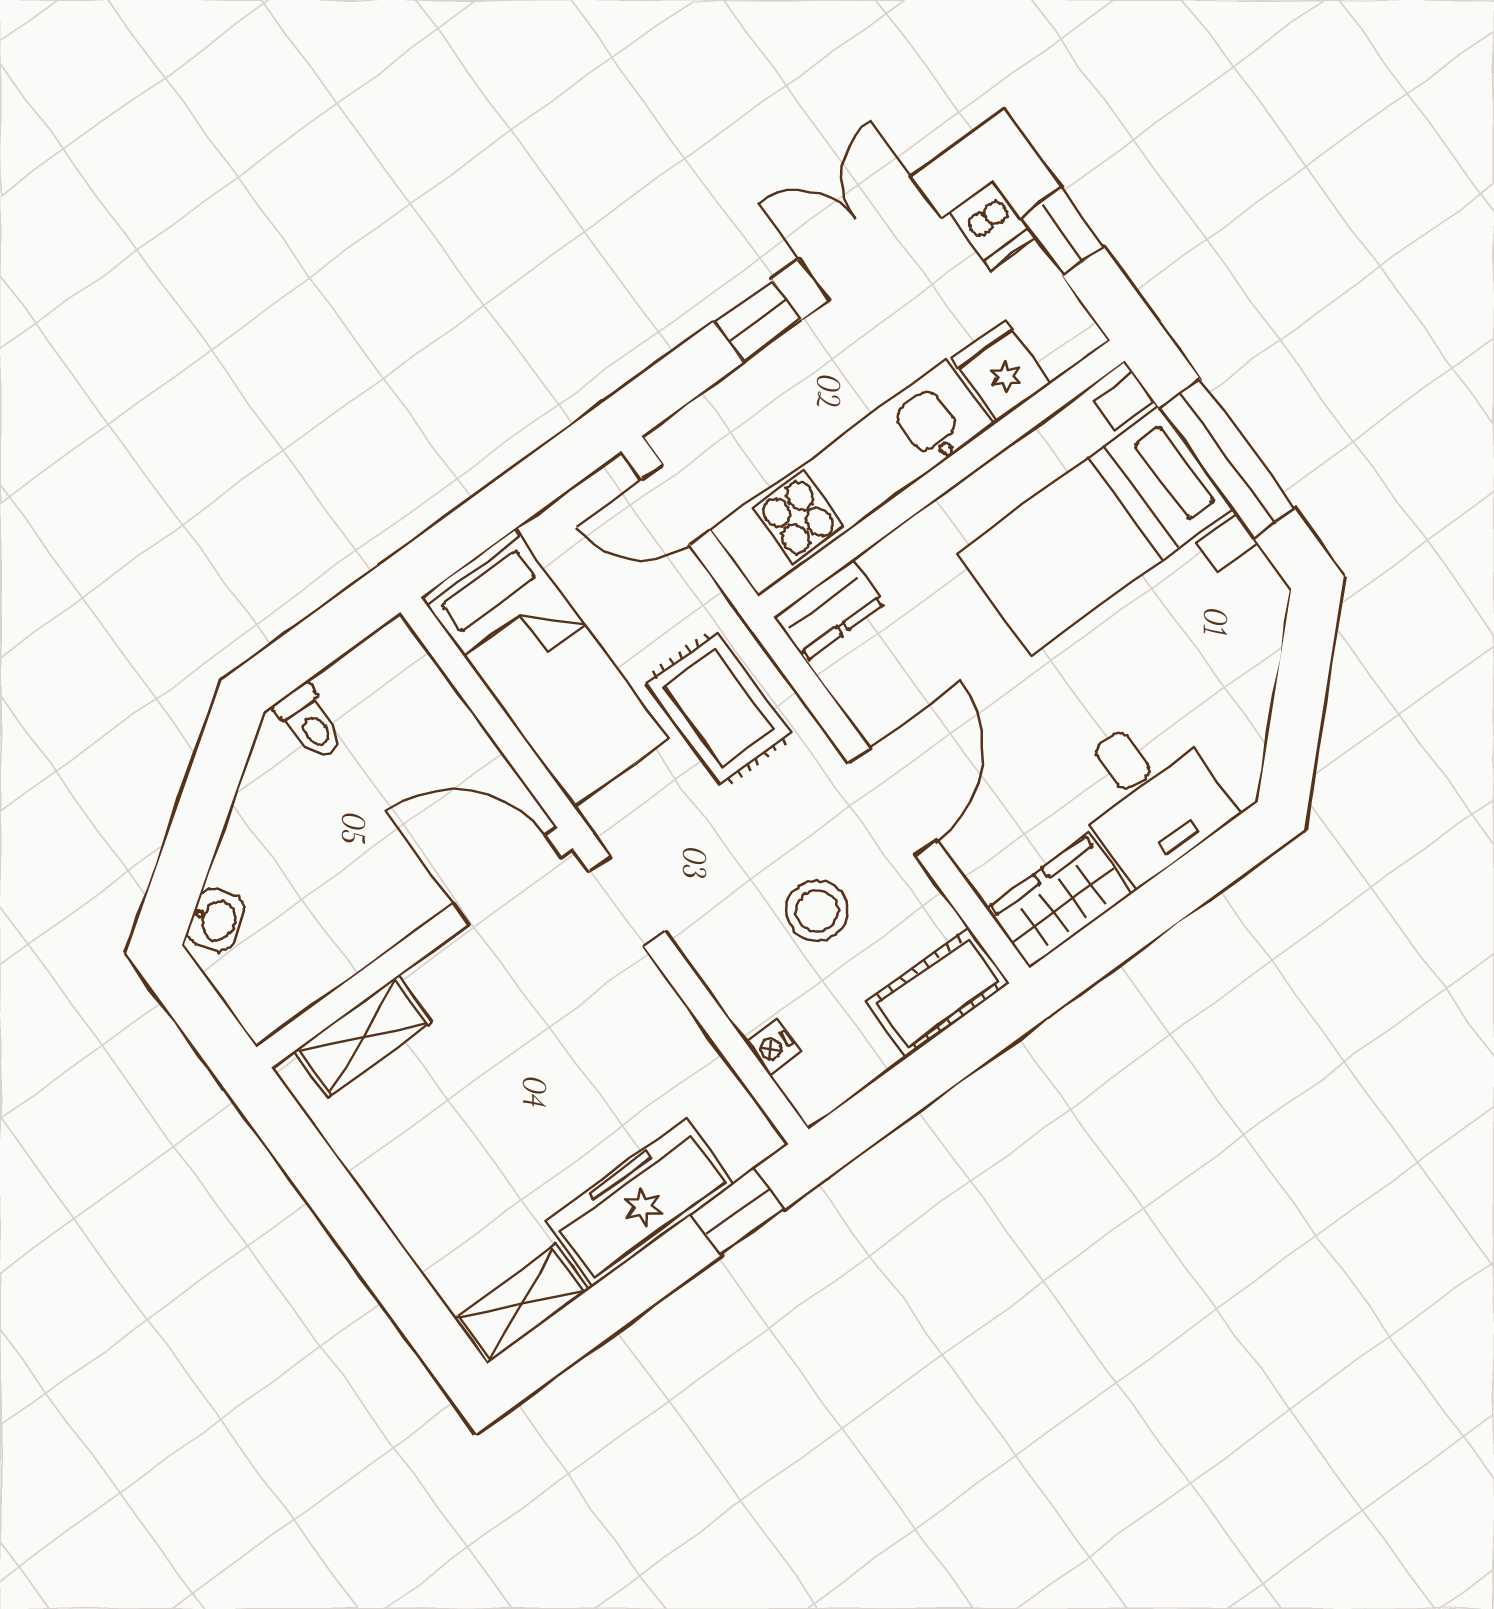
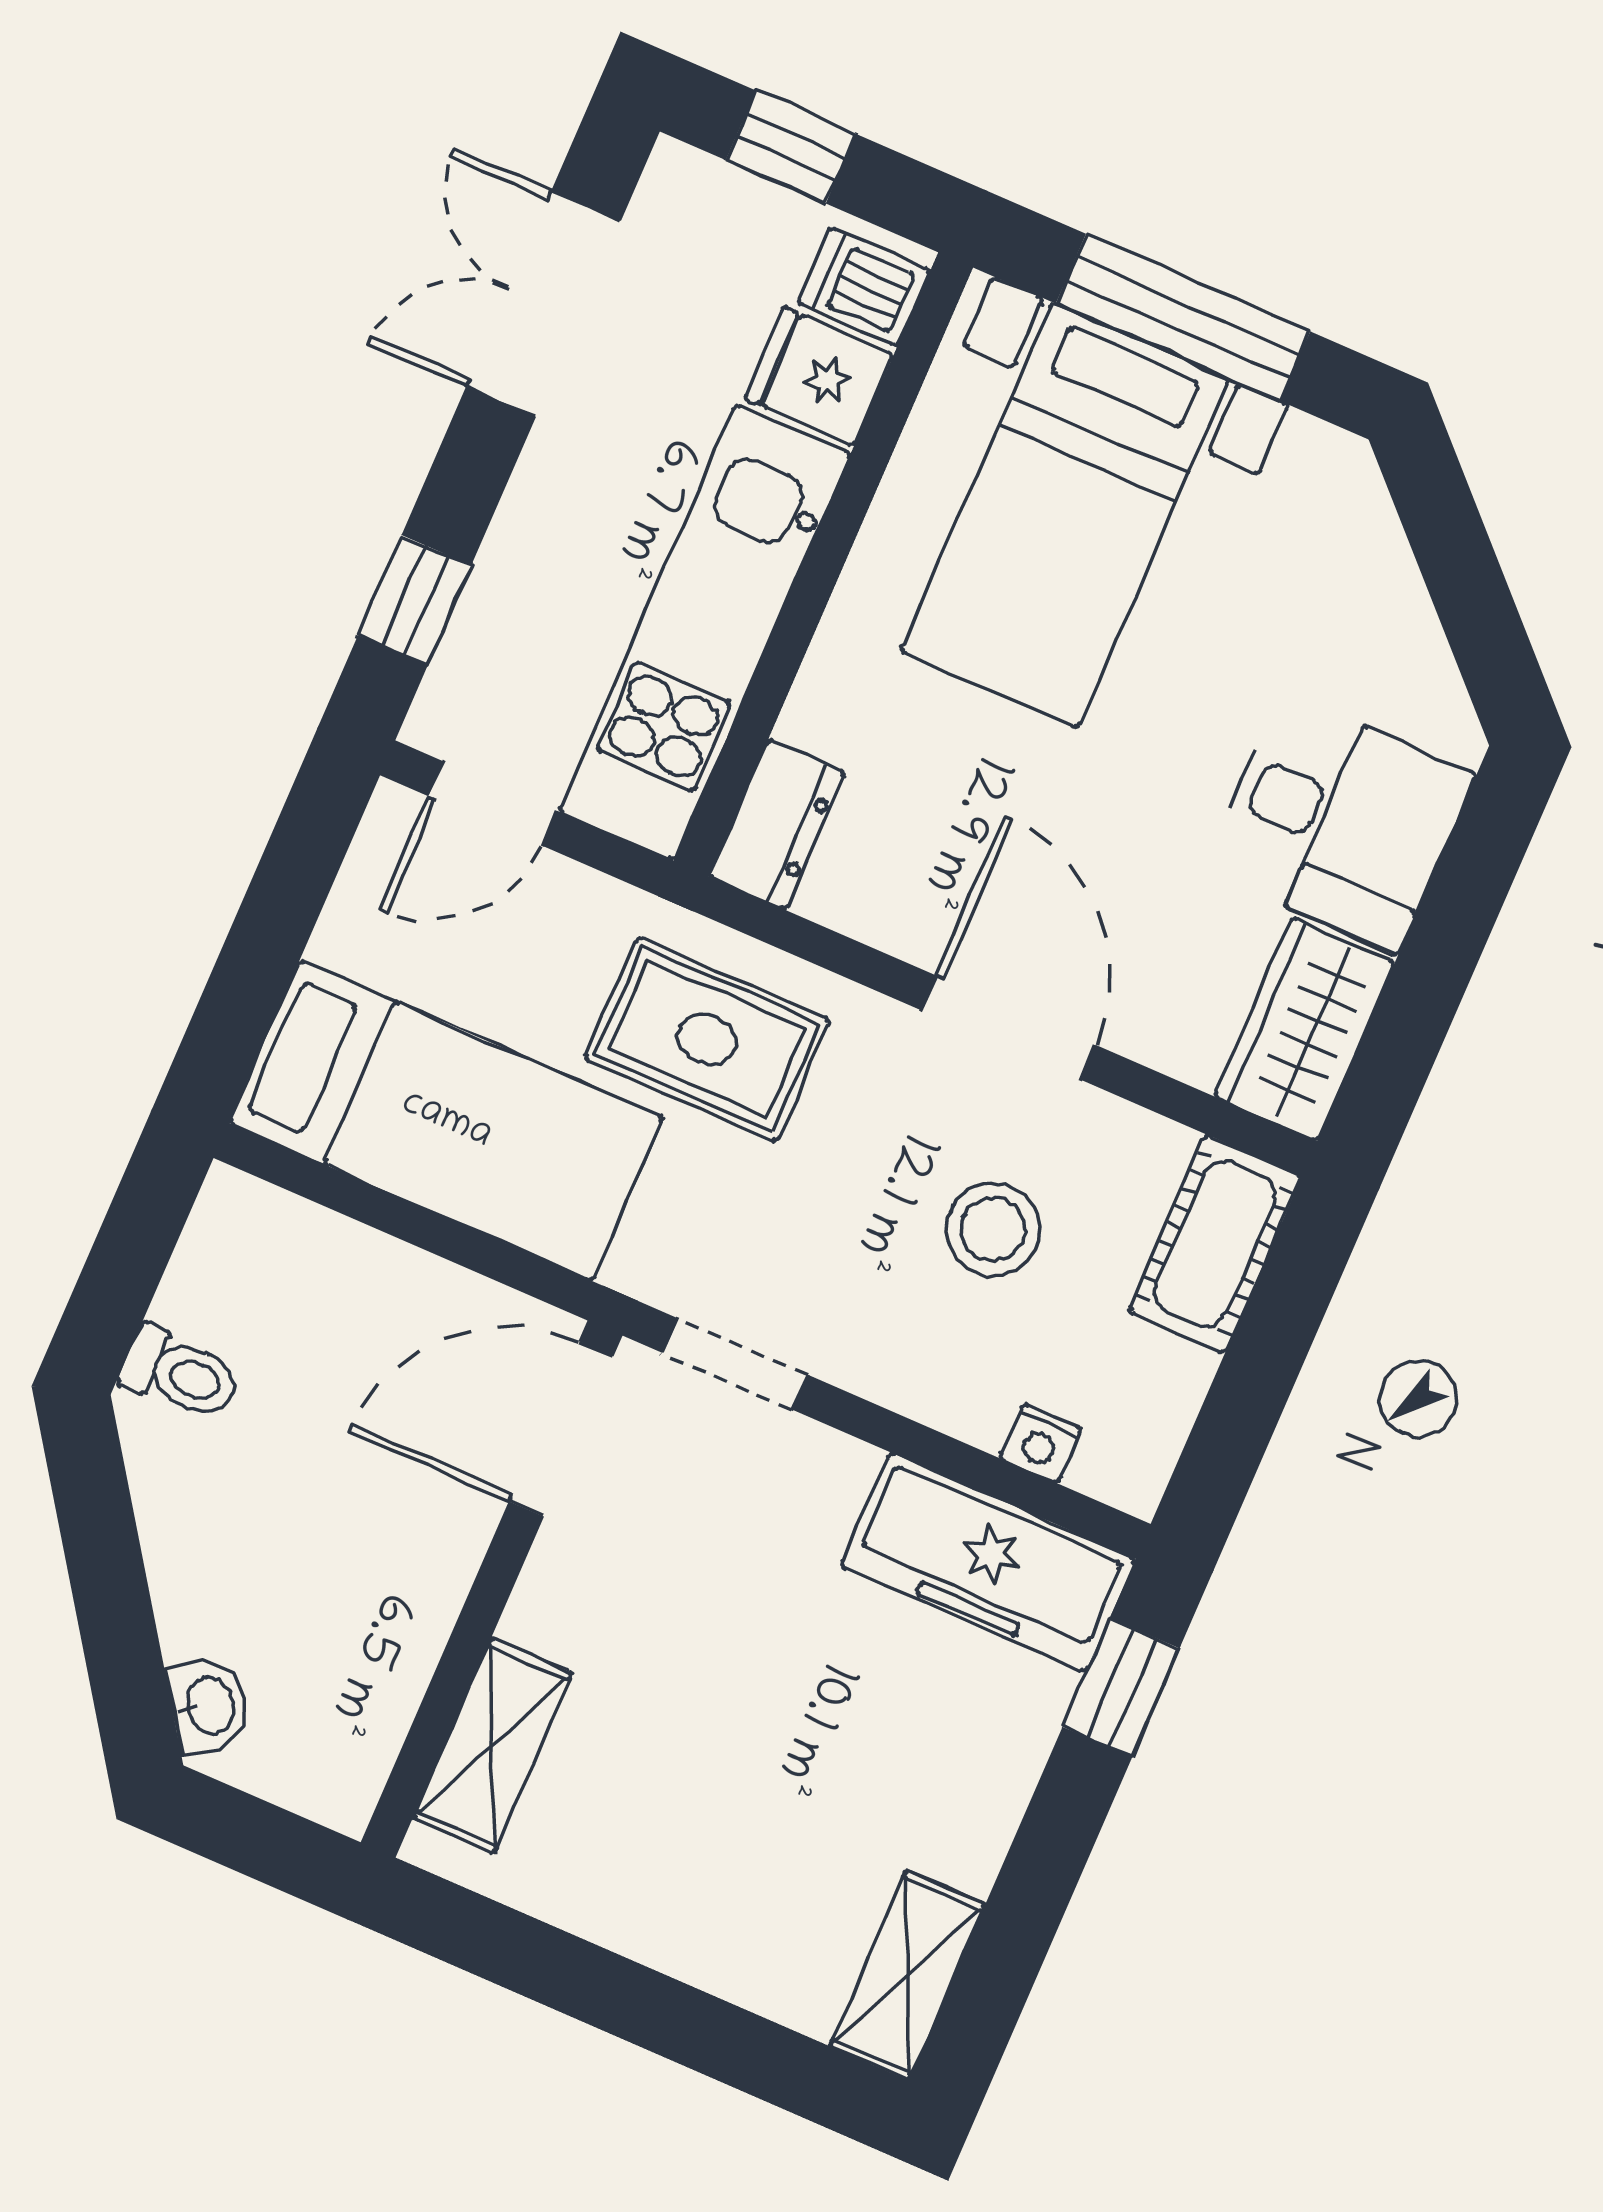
dishwasher: (992, 225) -> (864, 287), moved, turned 180
window: (758, 320) -> (415, 600), moved
freezer: (640, 1202) -> (988, 1562), moved, turned -90

